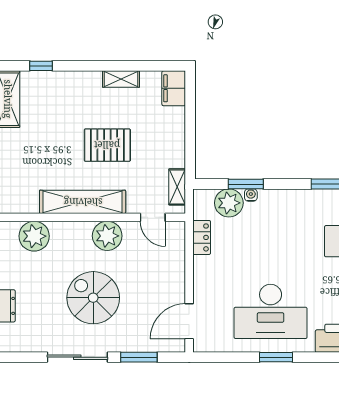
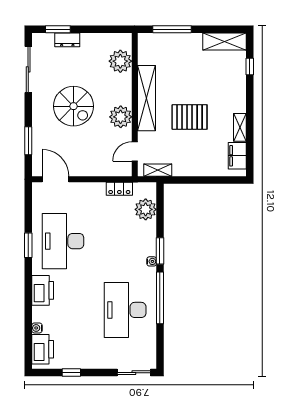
filing cabinet: (174, 88) -> (237, 156), moved, turned -90
pallet: (107, 145) -> (190, 117), turned 90
window: (246, 184) -> (160, 251), moved
water cooler: (251, 195) -> (152, 261), moved
spiral stairs: (93, 298) -> (73, 106), turned 90
sliding door: (77, 357) -> (28, 69), moved

